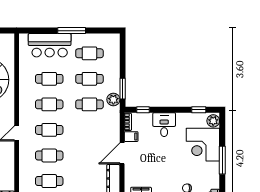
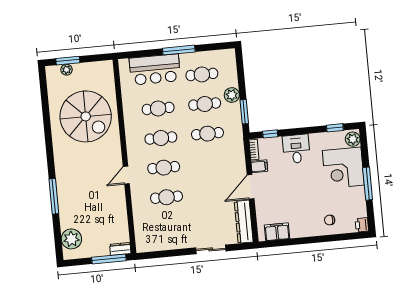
plant: (113, 99) -> (232, 95), moved
cafe table: (49, 181) -> (169, 227), removed

